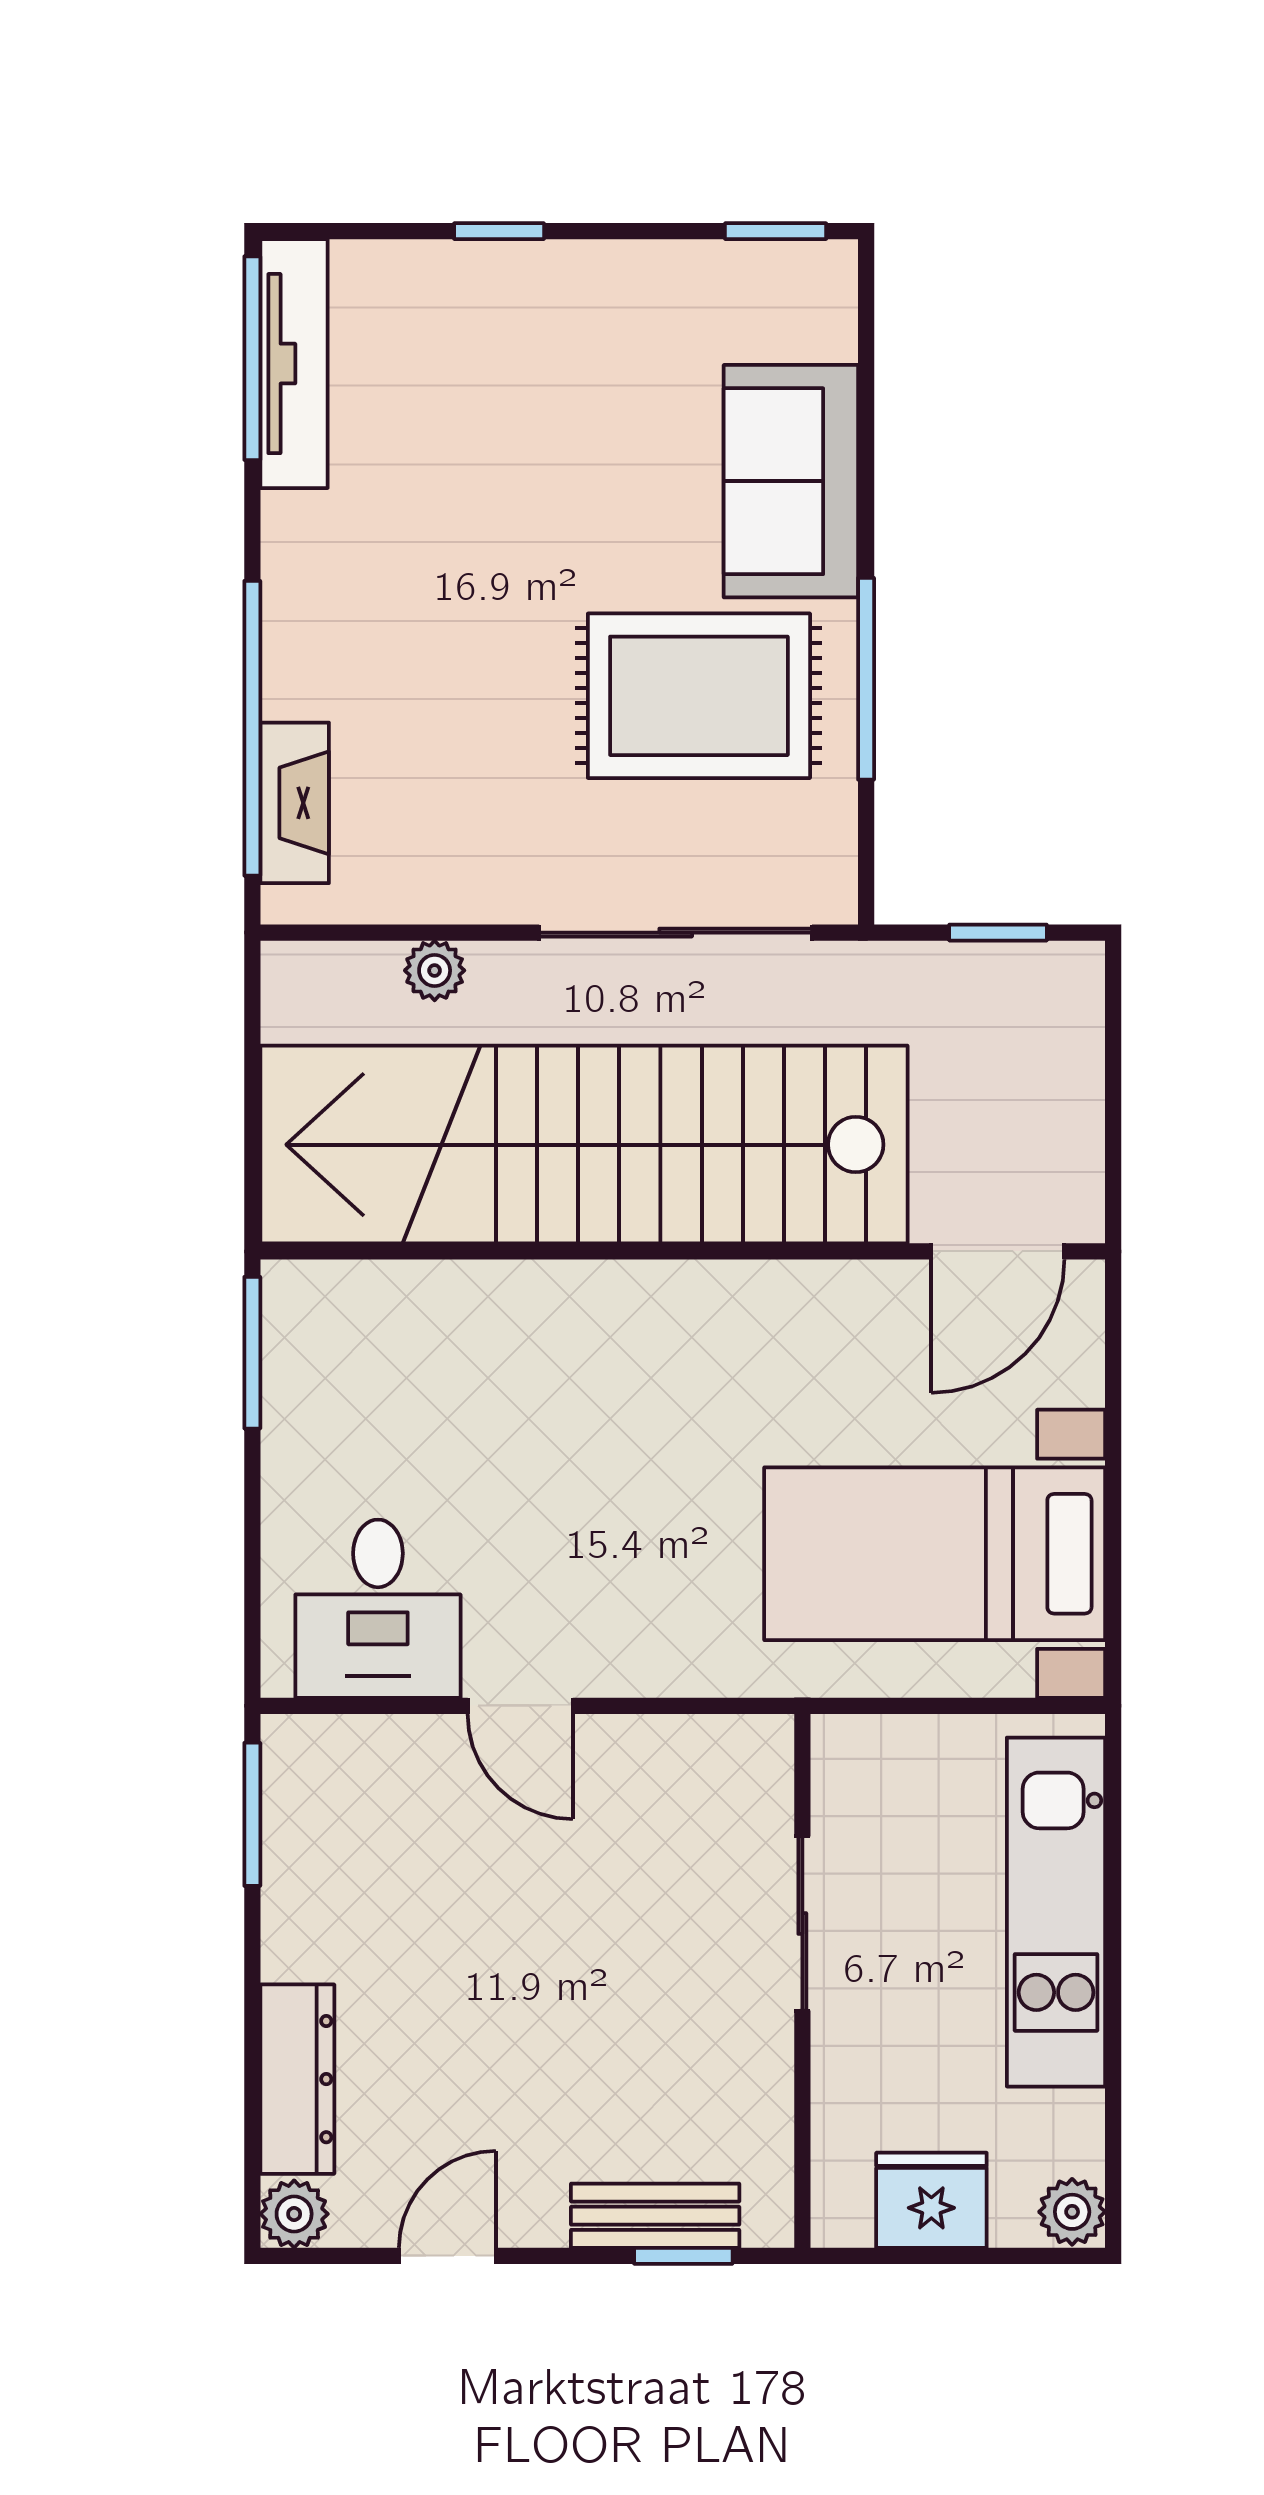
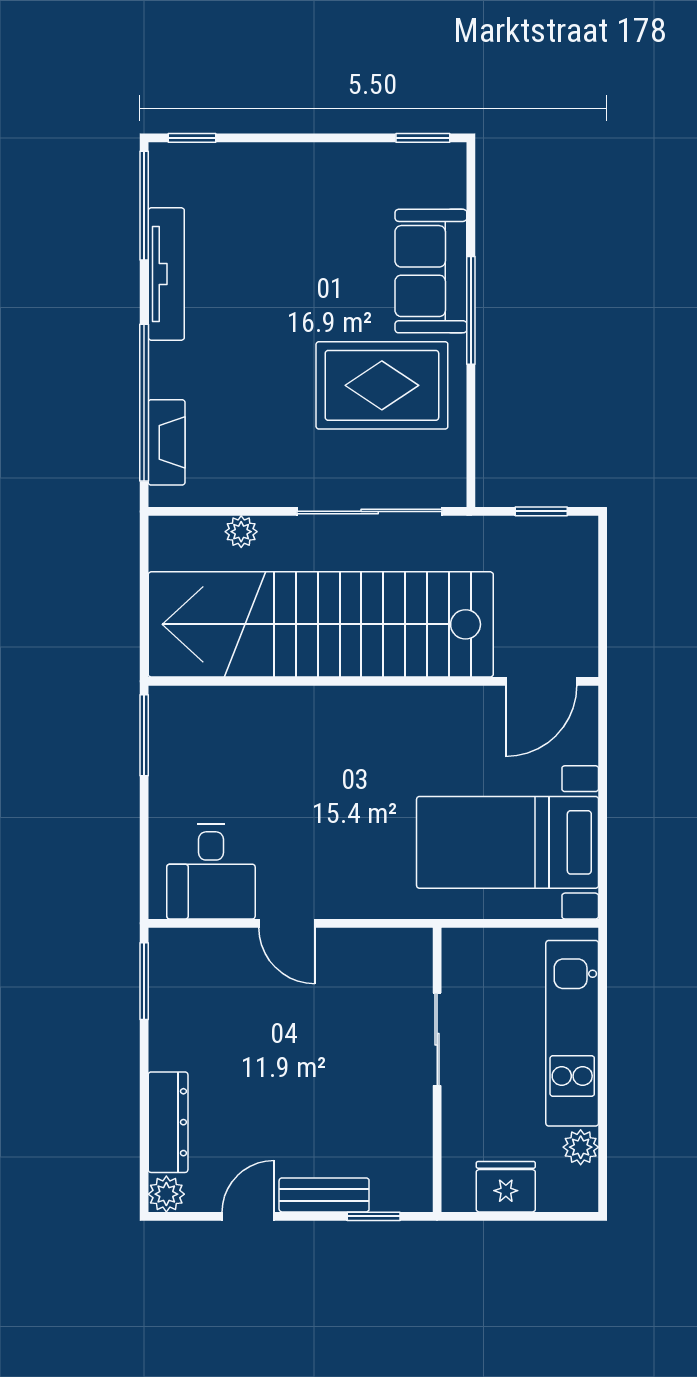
window: (499, 231) -> (192, 138), moved
tv unit: (294, 364) -> (166, 274), moved
window: (866, 679) -> (471, 310), moved
plant: (1072, 2212) -> (581, 1147), moved
bench: (655, 2216) -> (324, 1195), moved

